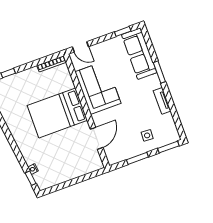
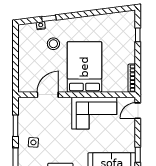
door: (97, 138) -> (48, 95), swing flipped
stool: (46, 151) -> (53, 44), added
window: (31, 178) -> (49, 18), moved

